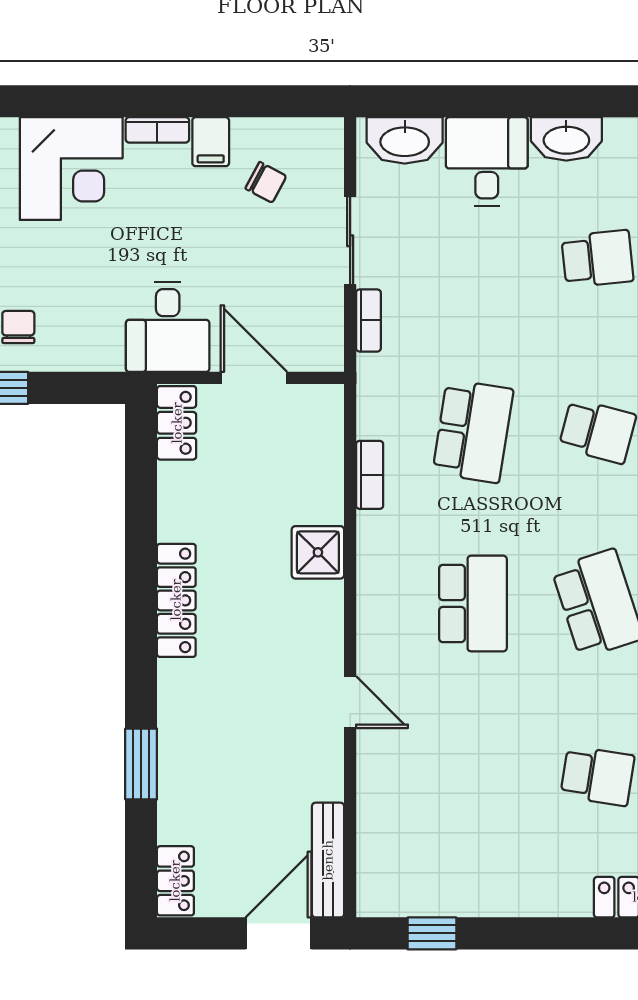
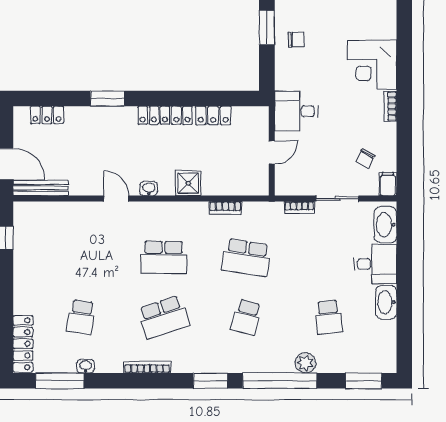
filing cabinet: (211, 142) -> (388, 184), moved, turned 90
door: (254, 378) -> (272, 152), width x0.73
locker: (177, 423) -> (213, 115), moved
washbasin: (329, 635) -> (149, 189), added
door: (350, 702) -> (116, 199), swing flipped
window: (141, 764) -> (108, 98), moved
locker: (175, 881) -> (47, 115), moved

